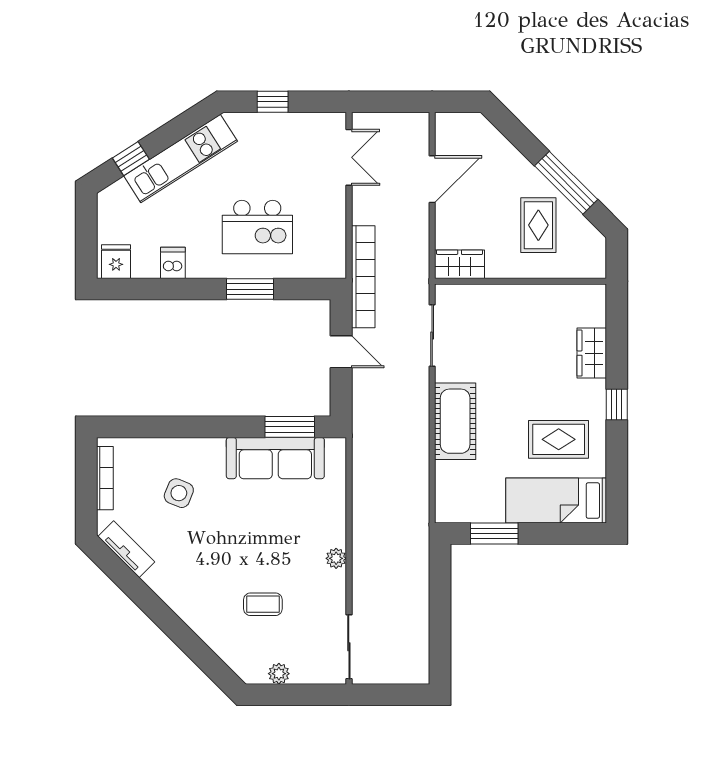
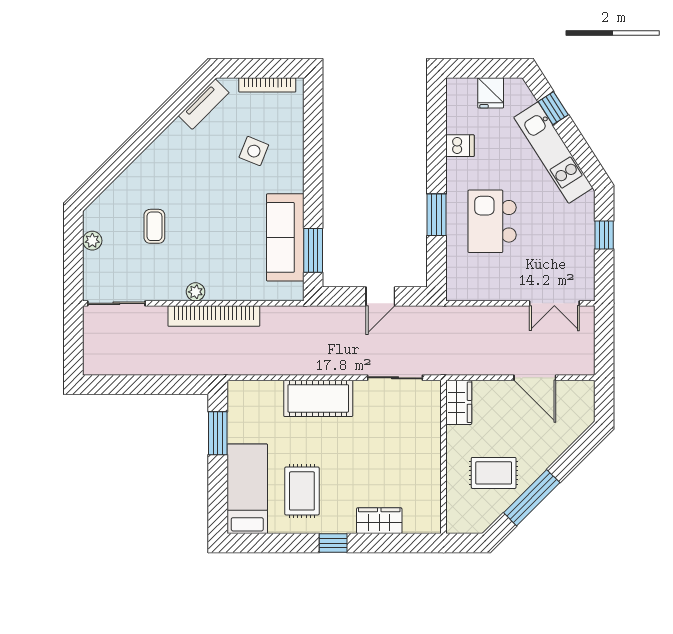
fridge: (116, 262) -> (491, 93), moved, turned 90
bookcase: (363, 277) -> (214, 316), moved

